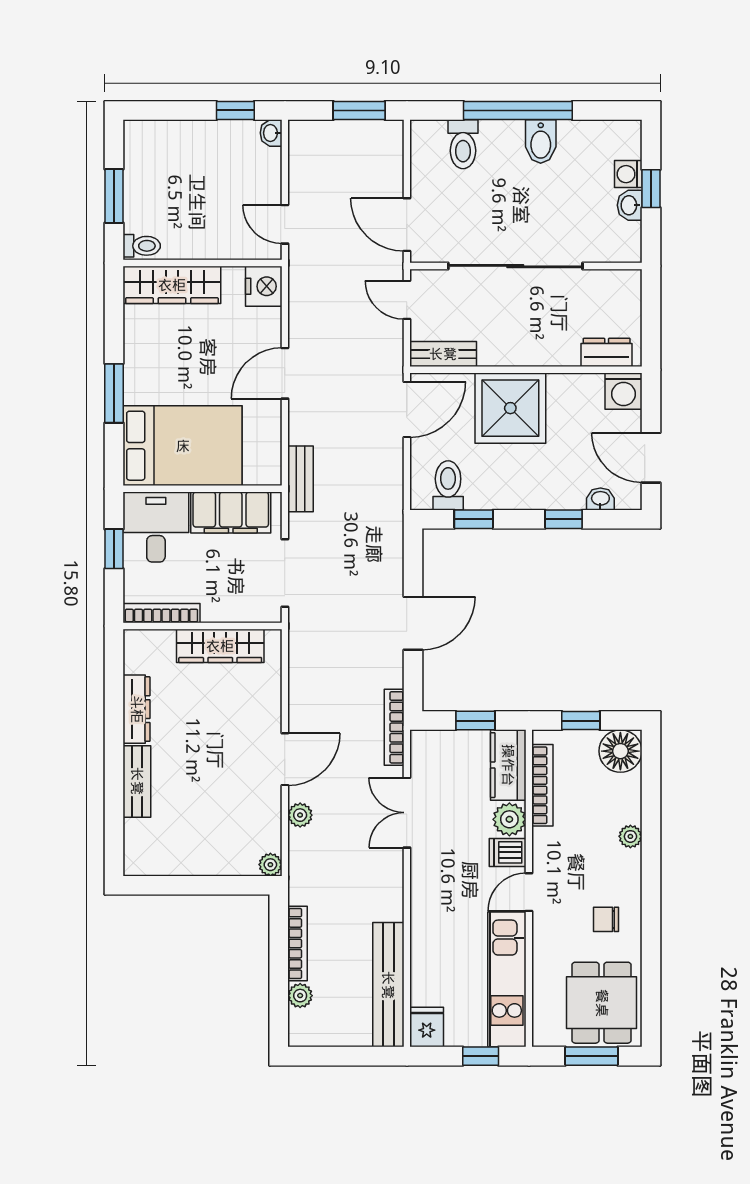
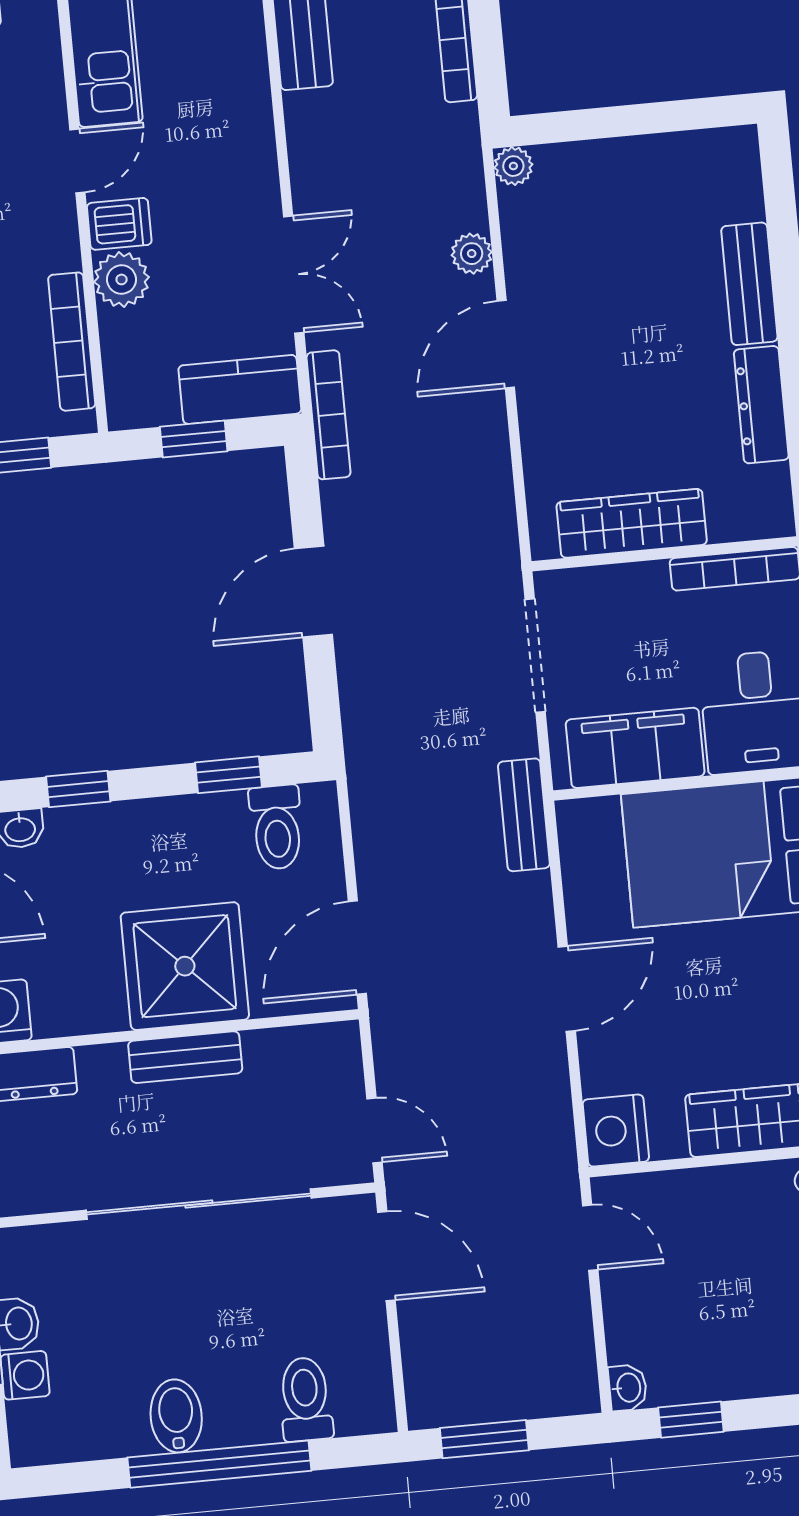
bench: (443, 354) -> (185, 1057), moved
kitchen counter: (508, 765) -> (240, 389), moved, turned -90

